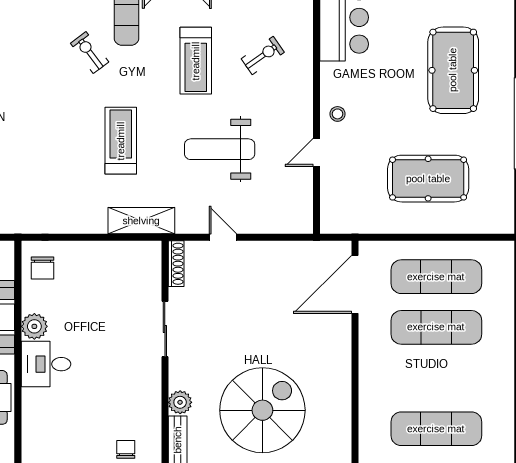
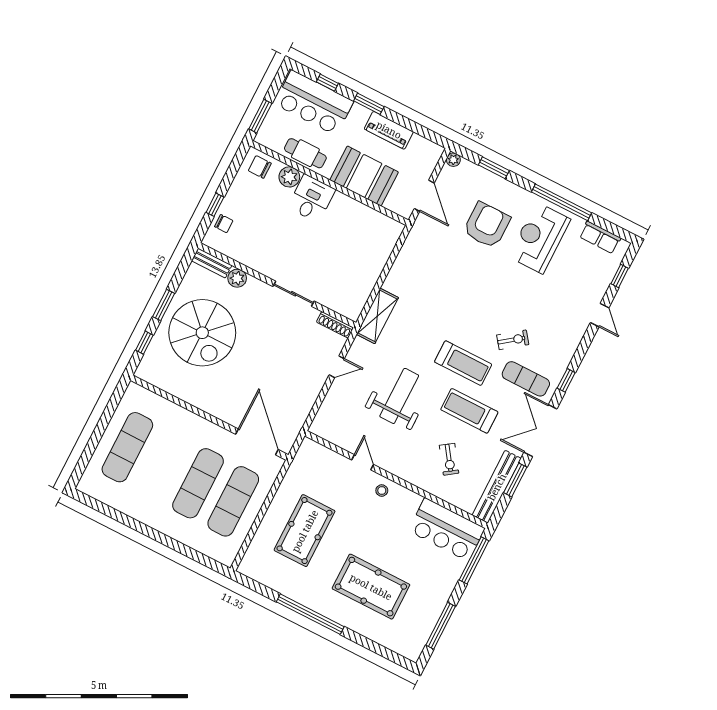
treadmill: (121, 141) -> (463, 363), moved
chair: (42, 268) -> (260, 167), moved
plant: (34, 326) -> (289, 177), moved

